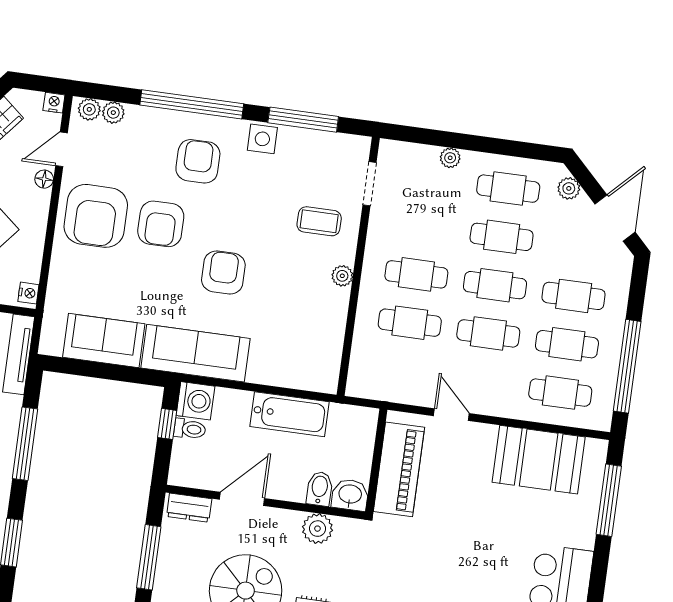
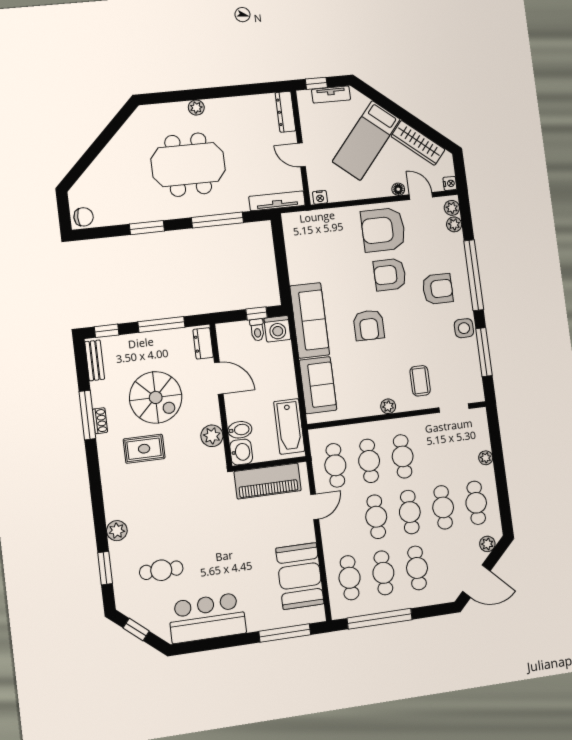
armchair: (223, 273) -> (369, 325), turned 90
sofa: (104, 341) -> (318, 385), moved
cafe table: (403, 371) -> (335, 465), added
bathtub: (289, 414) -> (289, 426), moved

